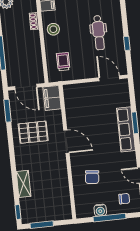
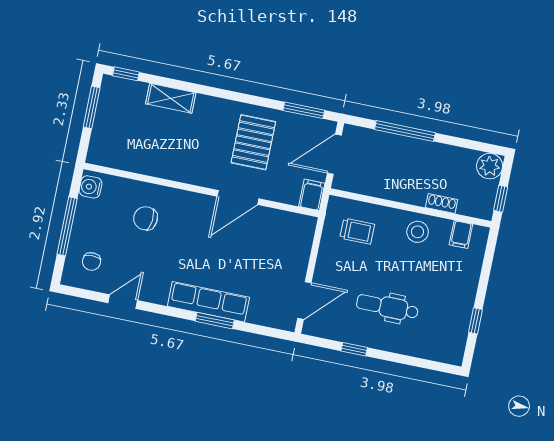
filing cabinet: (52, 98) -> (312, 195), width x0.50
door: (66, 142) -> (238, 197), moved
water cooler: (100, 210) -> (91, 187), moved

